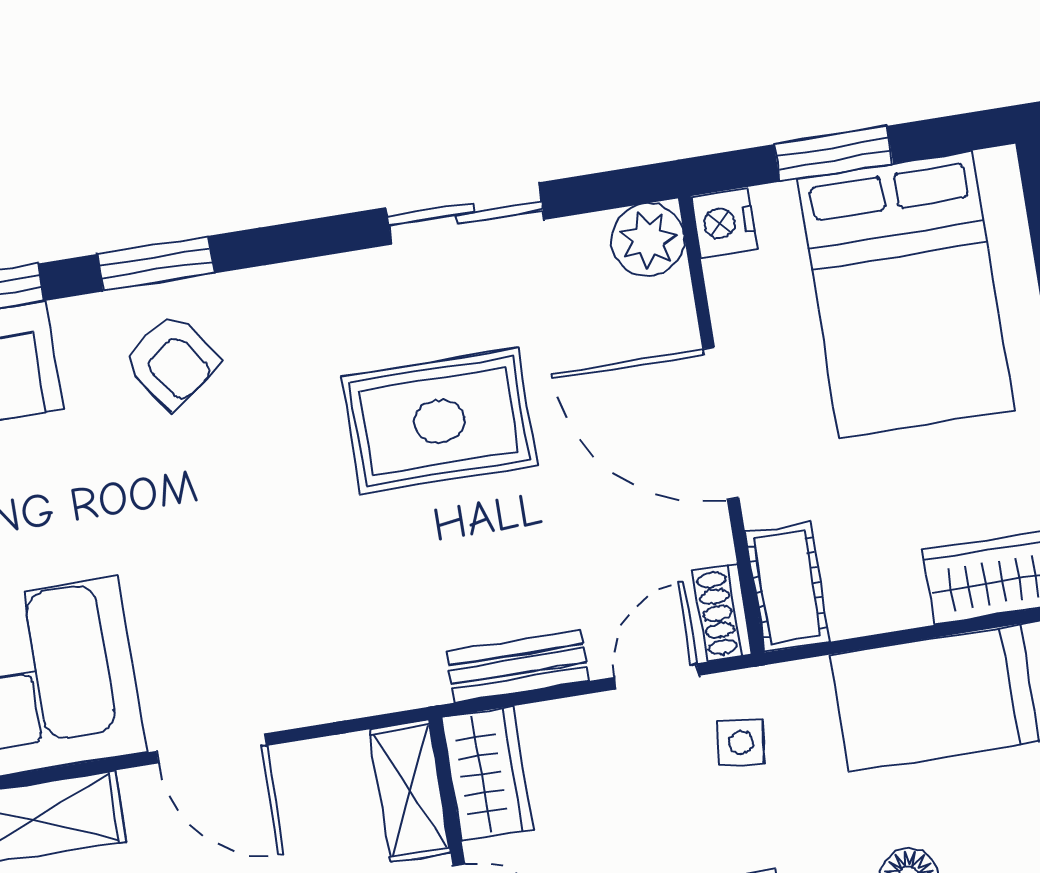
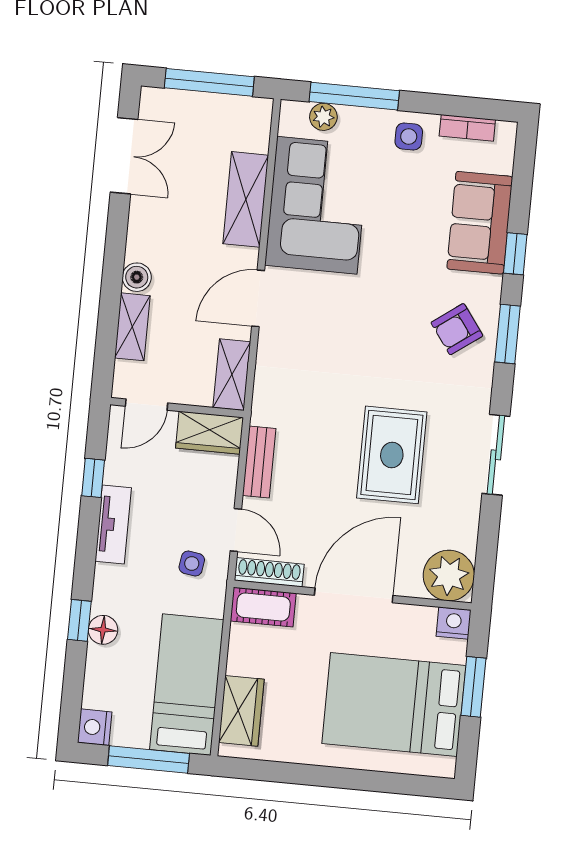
sliding door: (465, 213) -> (496, 455), moved
plant: (648, 240) -> (449, 576), width x1.36, depth x1.36
shoe rack: (722, 613) -> (269, 572), width x1.43
shelving: (410, 791) -> (232, 375), moved, turned 90

